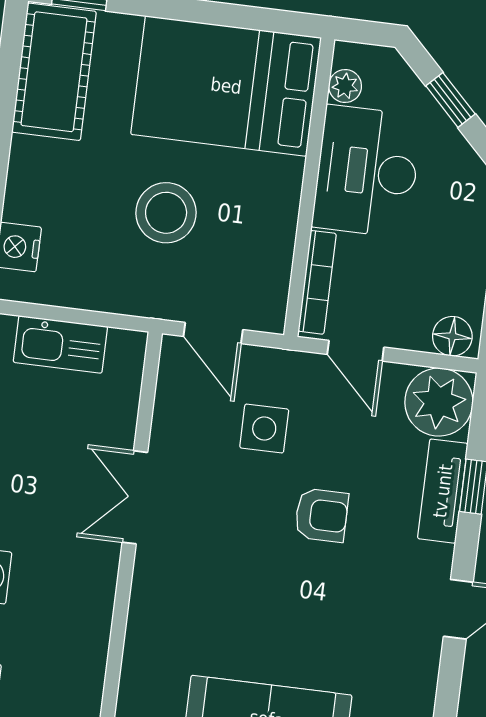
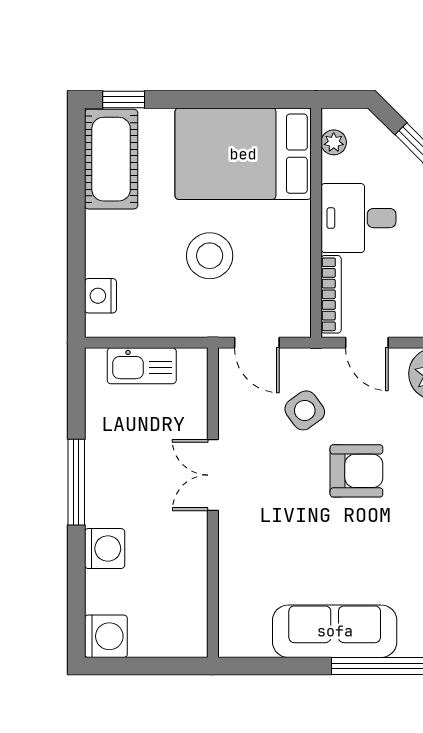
desk: (367, 171) -> (358, 218), width x0.73
side table: (264, 428) -> (305, 410), turned -36
armchair: (321, 515) -> (356, 471), width x1.38, depth x1.38

